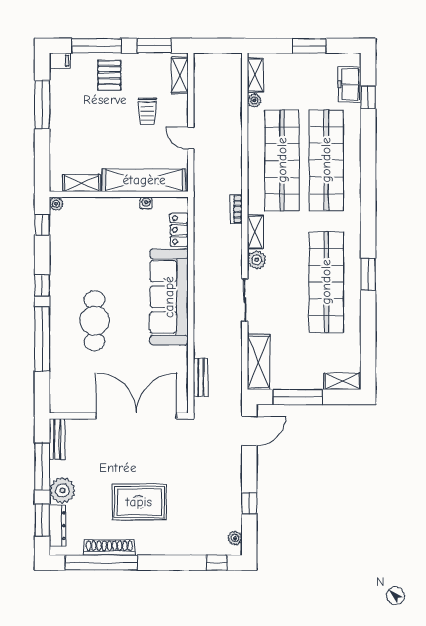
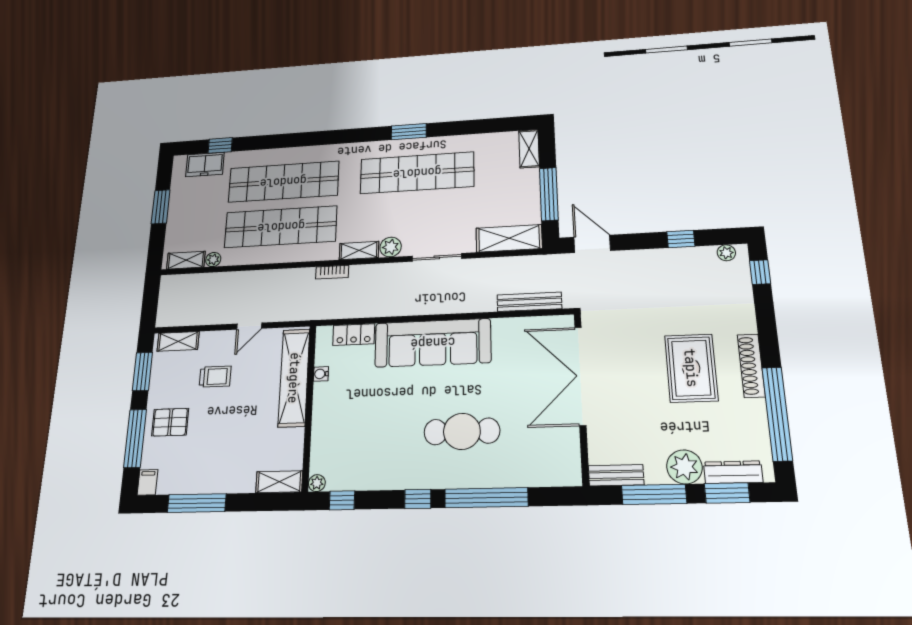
shelving: (82, 183) -> (279, 482), moved, turned 90
bench: (201, 377) -> (529, 302), width x1.36
shoe rack: (109, 548) -> (751, 366), moved

